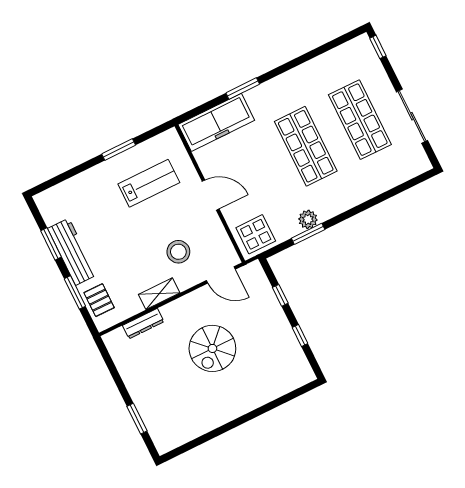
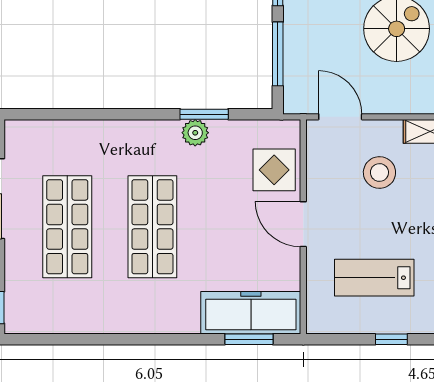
window: (243, 88) -> (249, 339), moved
window: (119, 149) -> (391, 339), width x0.67
display table: (256, 234) -> (274, 170), moved
window: (280, 295) -> (278, 54), width x2.17

